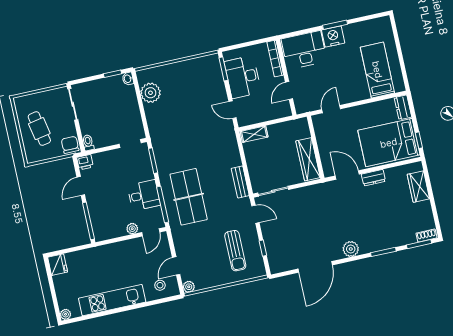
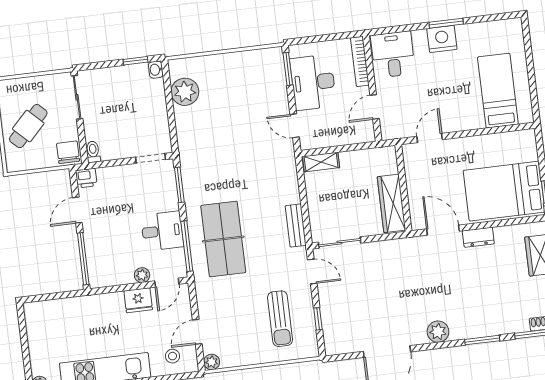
desk: (304, 50) -> (393, 54), width x0.73
dresser: (403, 107) -> (528, 145), removed
cafe table: (39, 129) -> (28, 126), turned 55
fridge: (58, 265) -> (138, 300), moved, turned 90

